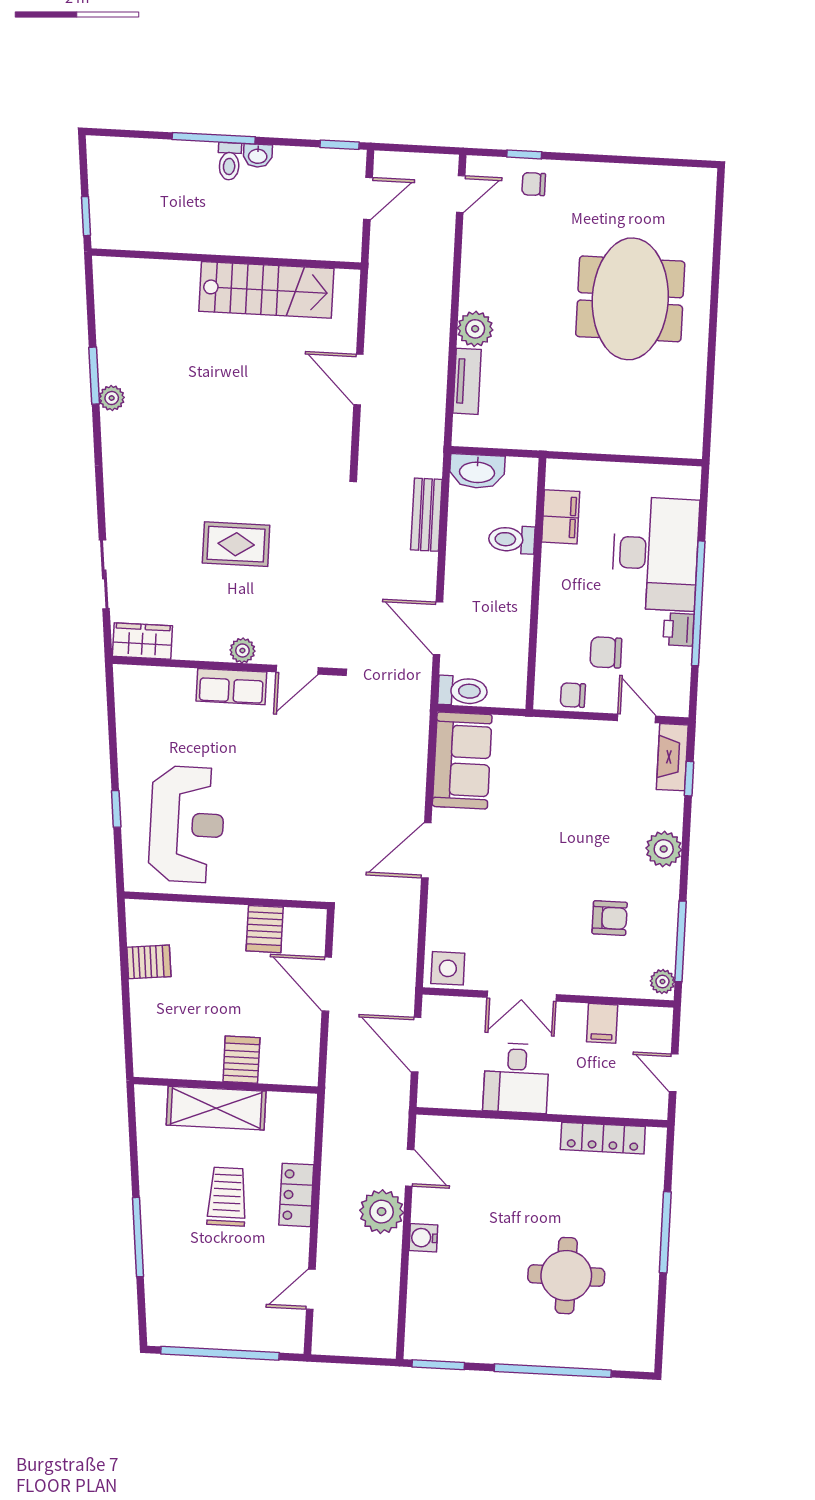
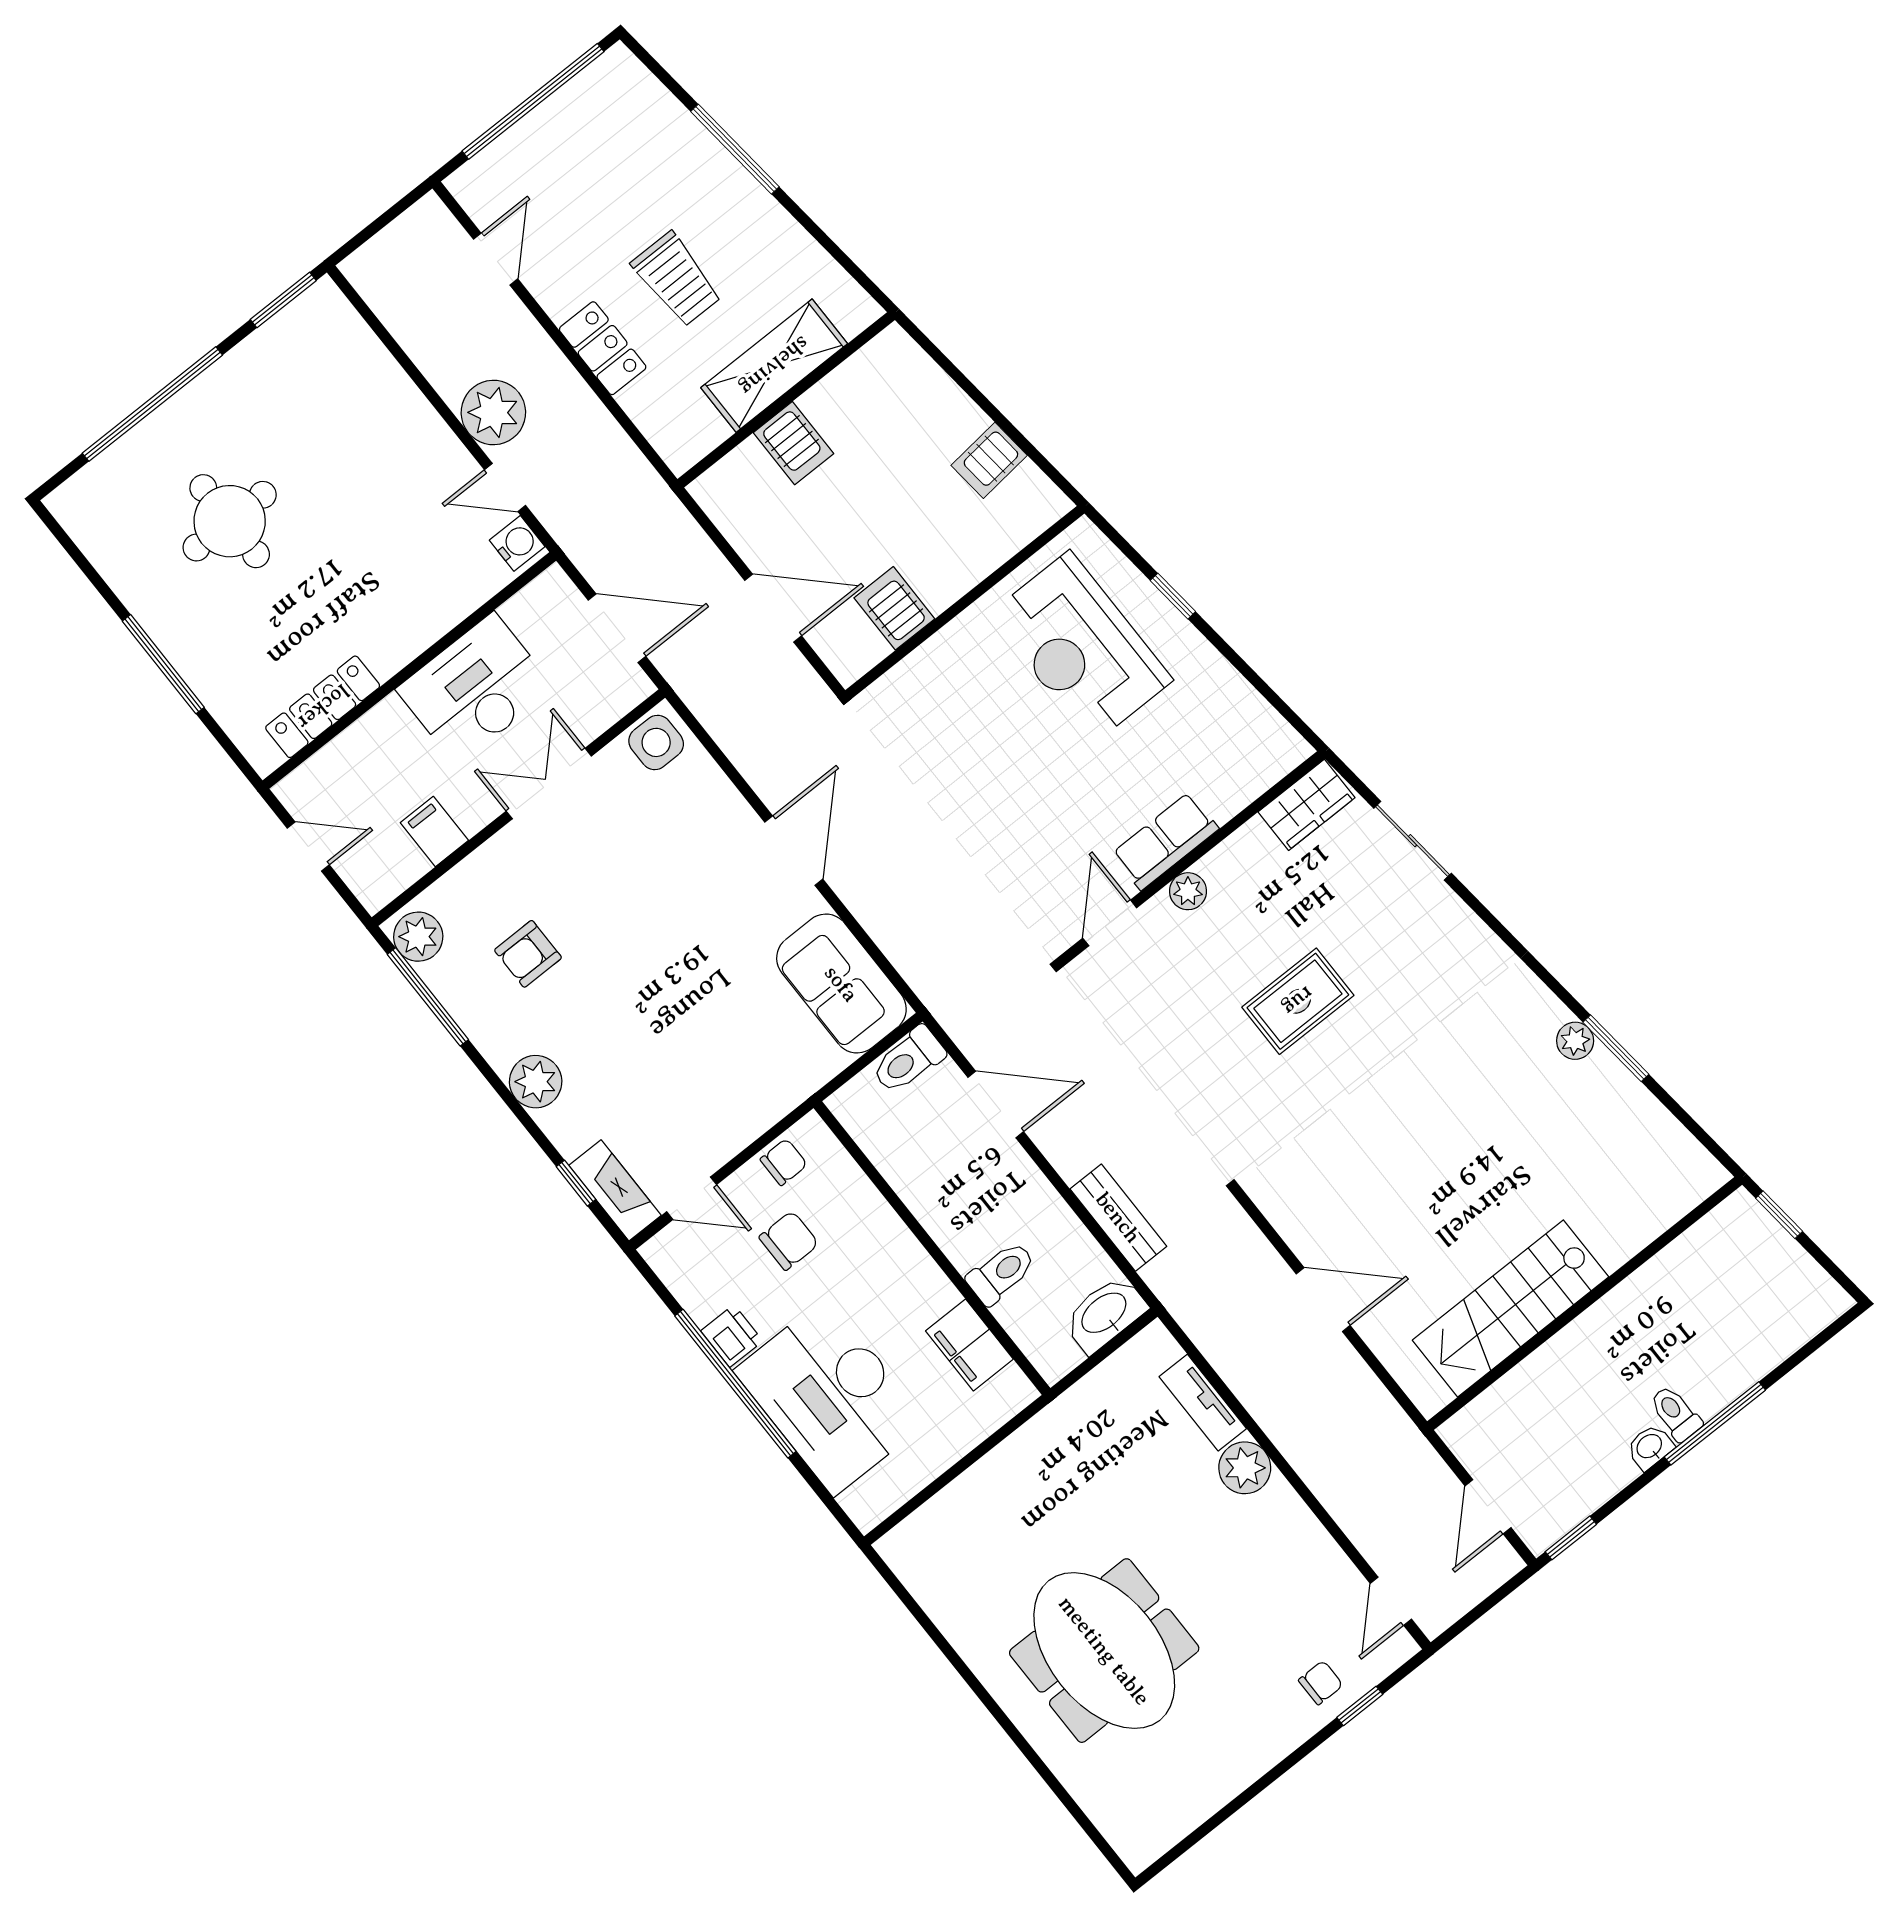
plant: (662, 982) -> (418, 937), width x1.38, depth x1.38
desk: (516, 1078) -> (475, 689), width x1.37
water cooler: (423, 1238) -> (517, 543), moved

